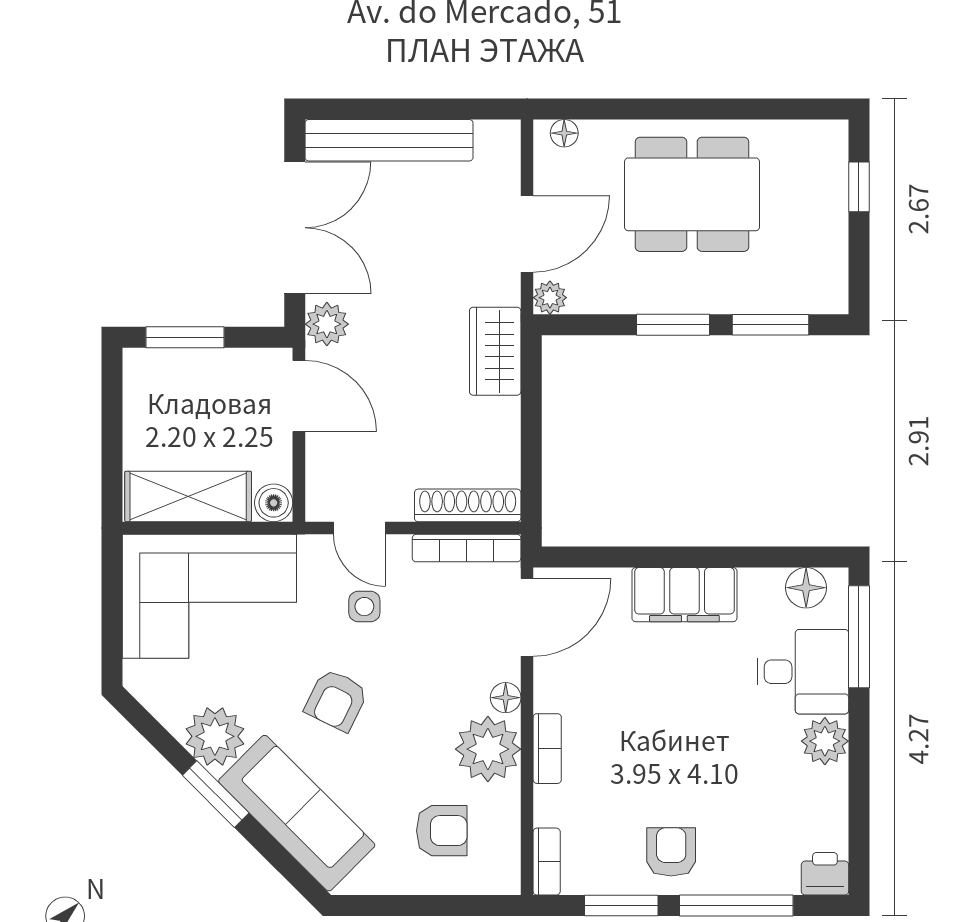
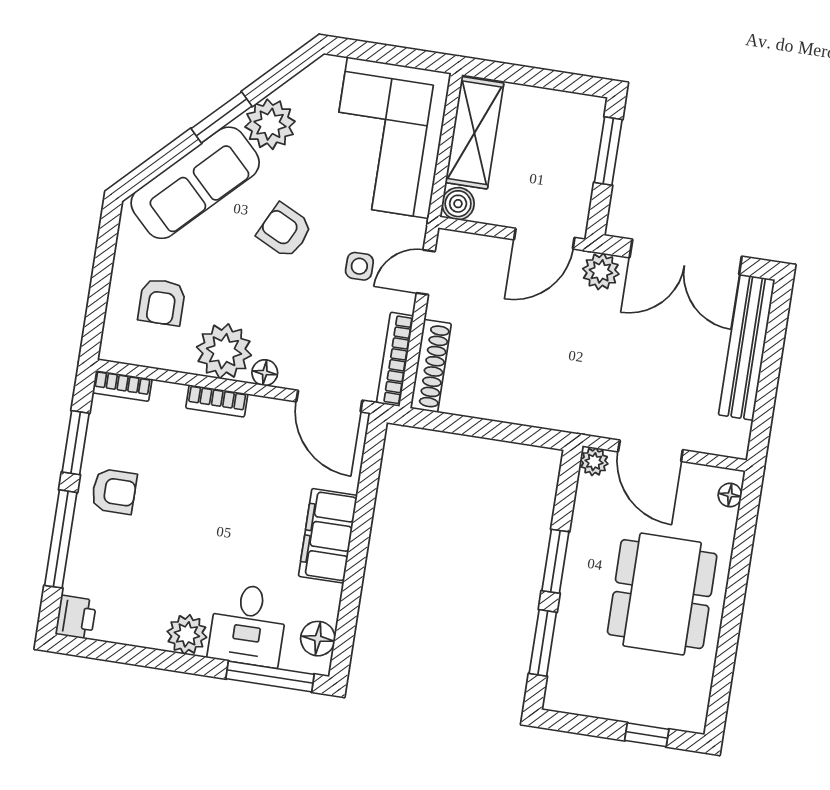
wardrobe: (495, 351) -> (556, 409), removed

